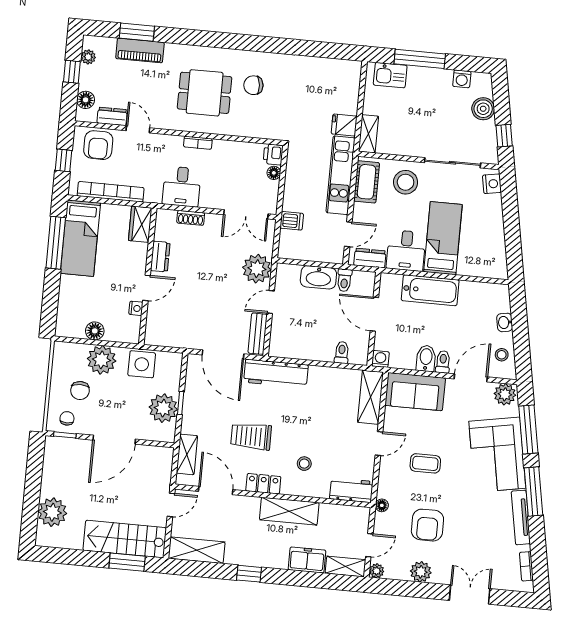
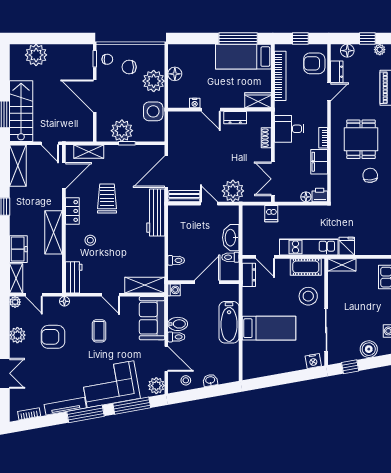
filing cabinet: (229, 151) -> (319, 162), added
desk: (406, 251) -> (257, 301), removed

